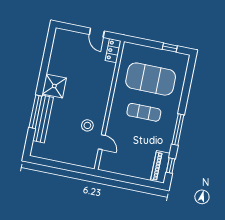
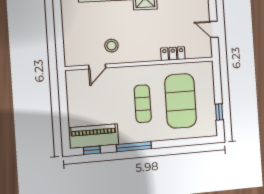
door: (97, 33) -> (214, 29), hinge flipped
locker: (113, 51) -> (173, 54), moved
piano: (160, 167) -> (94, 136), width x1.37, depth x1.33

